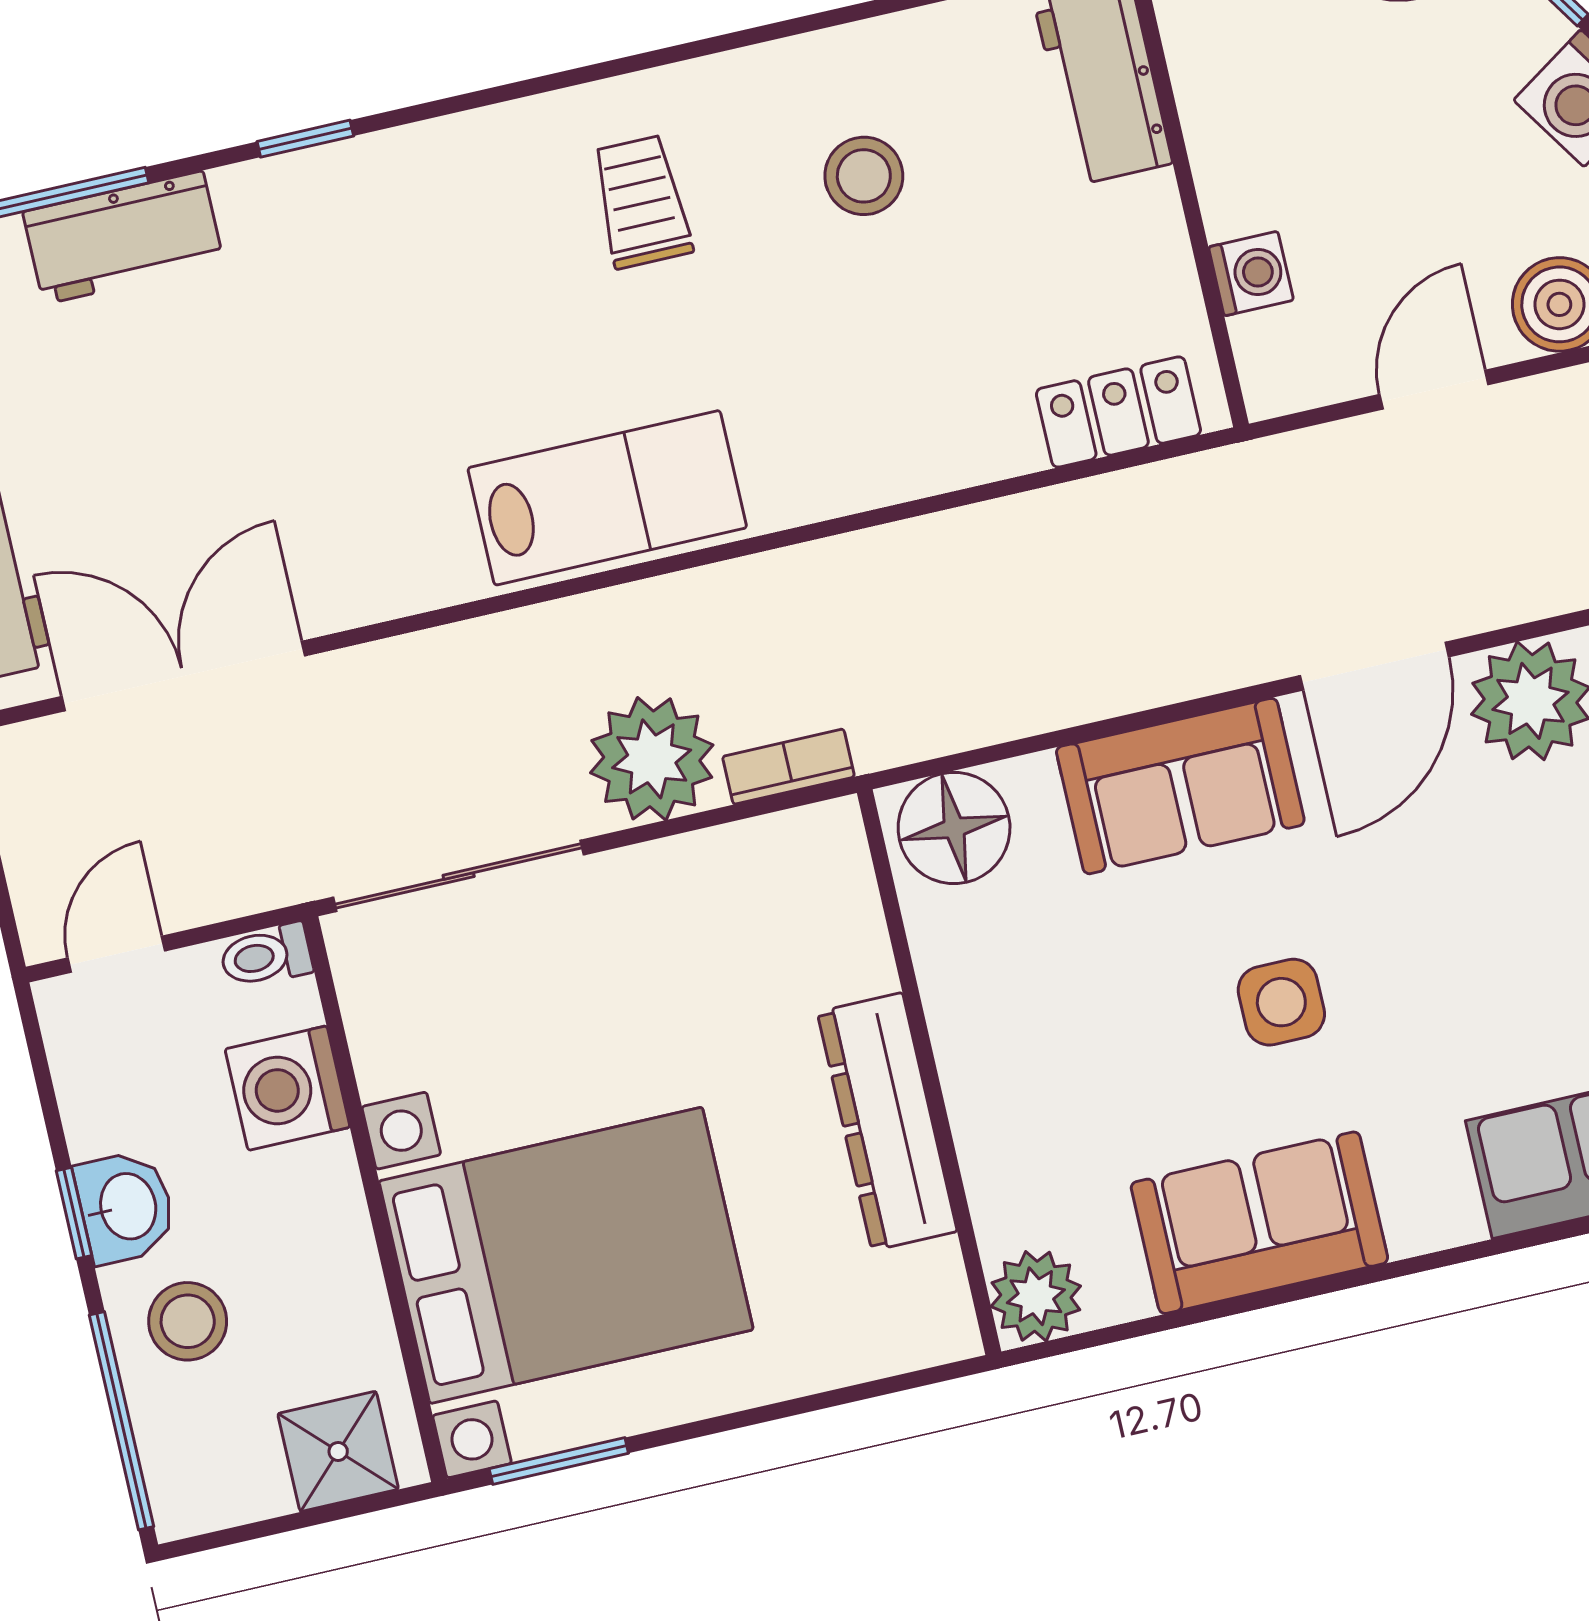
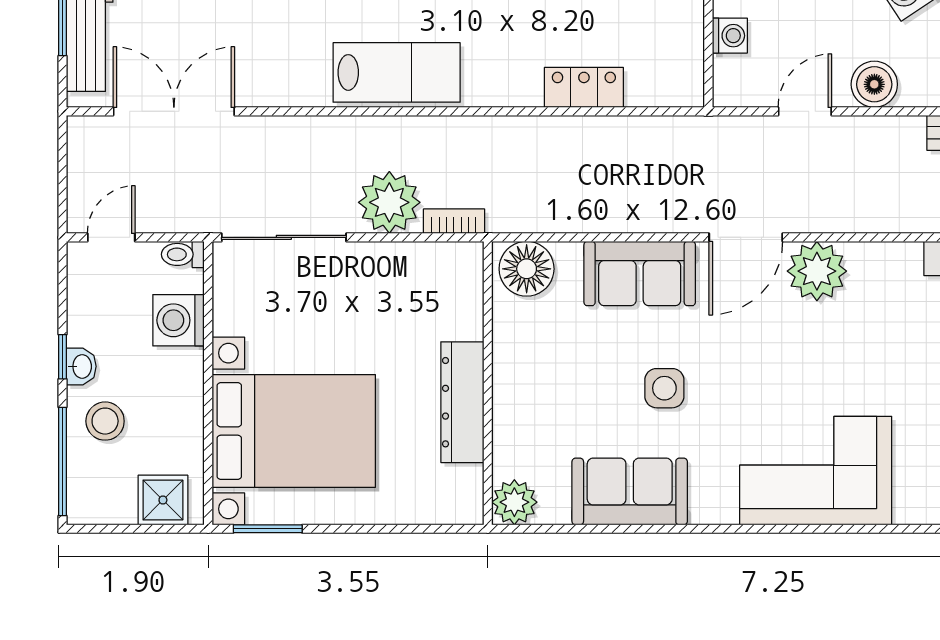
locker: (1118, 412) -> (584, 87), moved
washbasin: (126, 1207) -> (81, 366), width x0.72, depth x0.69

